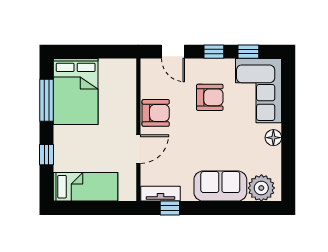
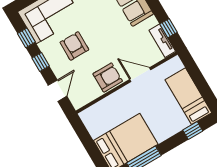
armchair: (156, 113) -> (108, 78), turned 90
window: (46, 155) -> (193, 131), moved

